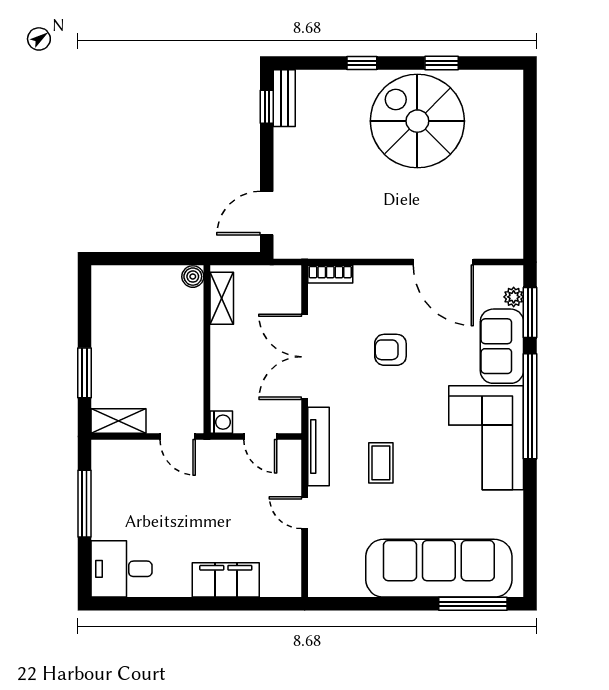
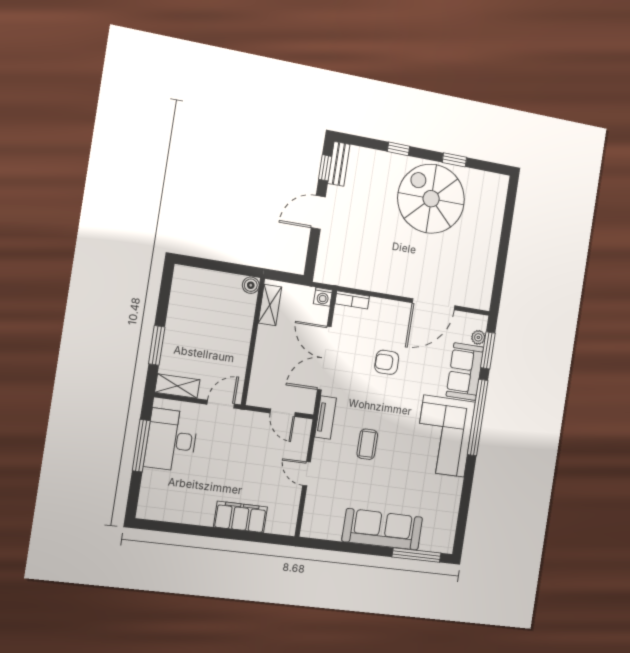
door: (267, 213) -> (318, 212), moved
door: (443, 262) -> (434, 304), hinge flipped
washing machine: (221, 422) -> (323, 297), moved, turned 90
door: (178, 436) -> (221, 404), swing flipped
tv unit: (319, 446) -> (325, 418), width x0.71
sofa: (439, 568) -> (382, 529), width x0.74, depth x0.79
desk: (121, 569) -> (171, 440), moved, width x1.37

